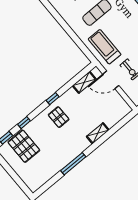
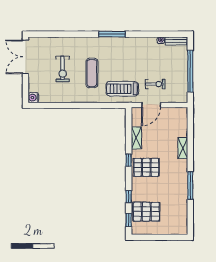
shelving: (84, 82) -> (136, 138), moved
pallet: (59, 117) -> (146, 167), width x1.50, depth x1.42

